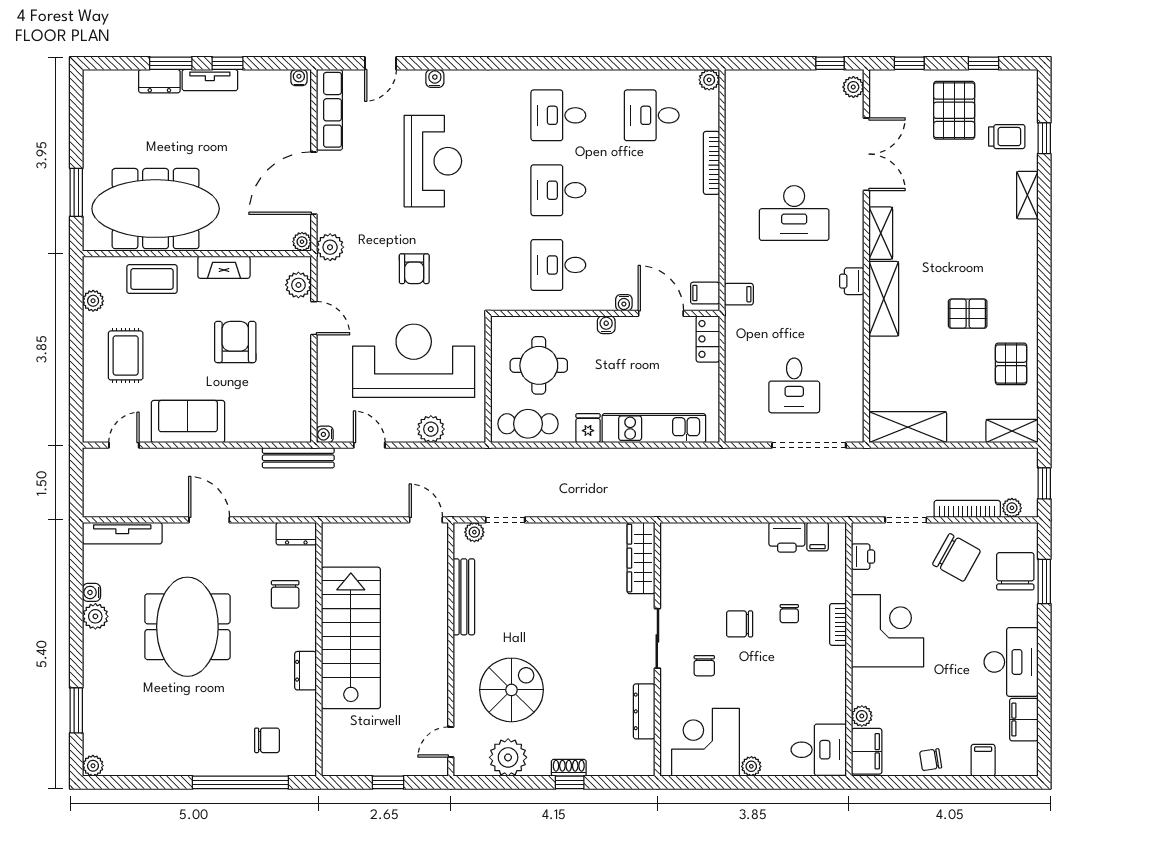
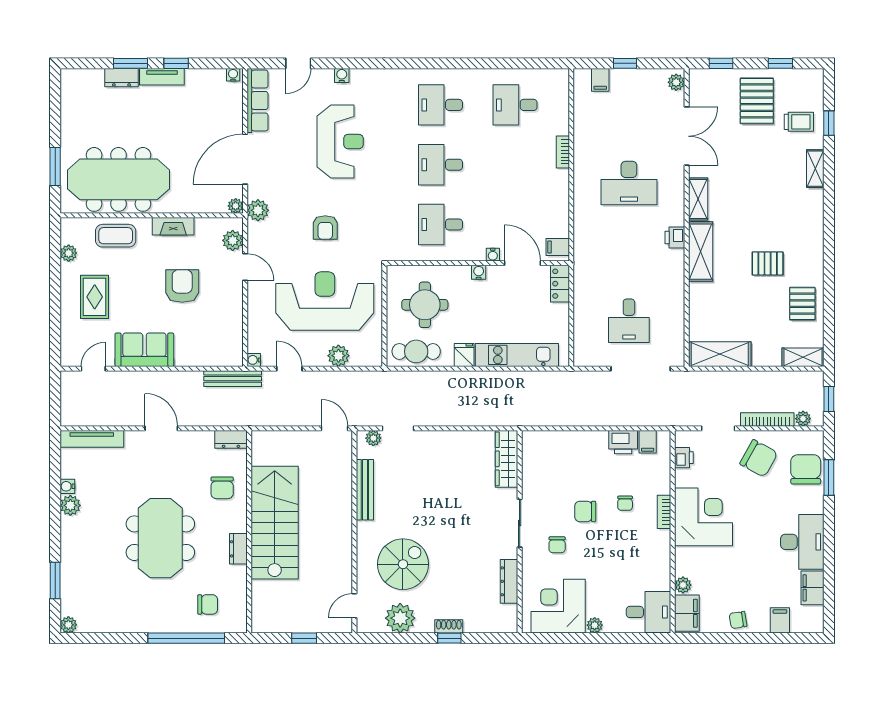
window: (830, 63) -> (625, 63), moved
plant: (709, 80) -> (561, 77), removed
bookcase: (711, 163) -> (563, 152), width x0.64
filing cabinet: (739, 294) -> (600, 80), moved, turned 90
meeting table: (187, 627) -> (160, 538), moved

